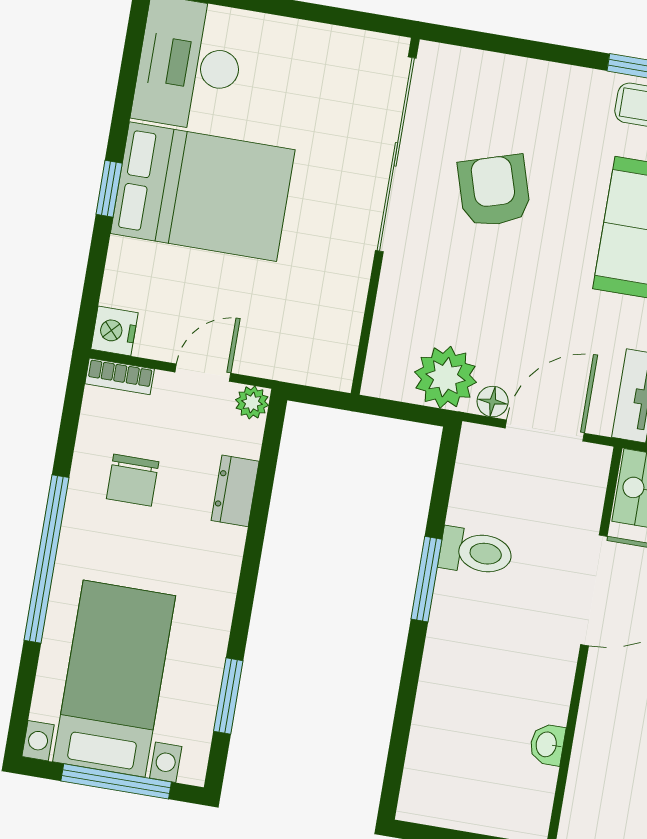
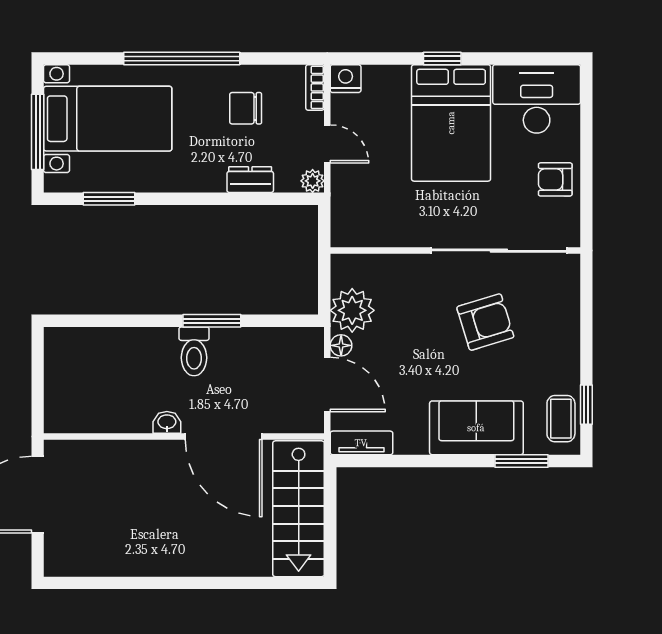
armchair: (308, 57) -> (555, 179), added
toilet: (476, 552) -> (194, 351), moved
washbasin: (547, 745) -> (167, 422), moved

